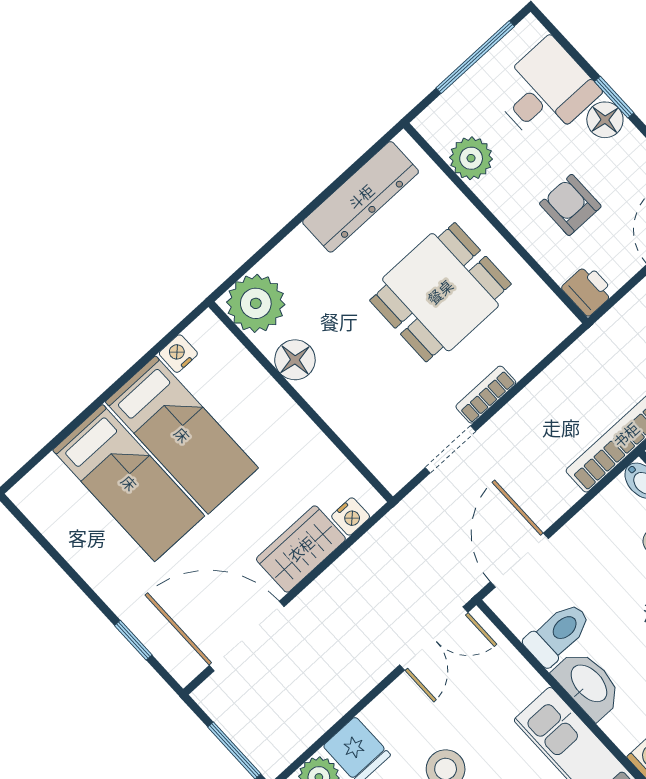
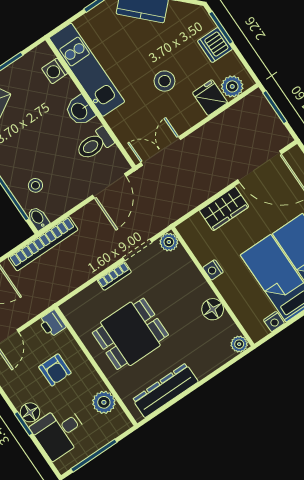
plant: (256, 303) -> (239, 344), width x0.53, depth x0.53
plant: (394, 472) -> (169, 242), added
nightstand: (351, 517) -> (213, 270), moved, turned -90
washbasin: (588, 684) -> (80, 111), width x0.72

